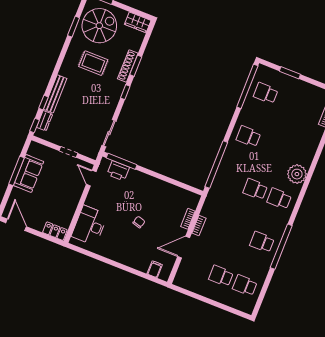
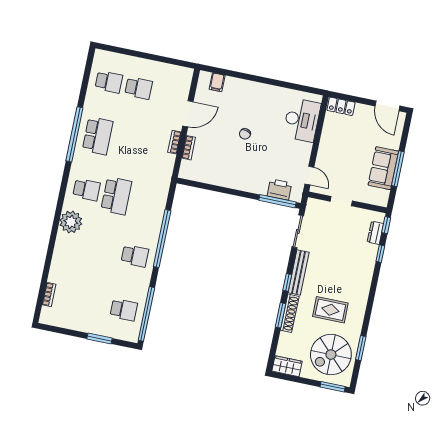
bench: (55, 94) -> (299, 272), moved
window: (216, 164) -> (162, 239), moved
school desk: (255, 189) -> (116, 196), width x1.85
school desk: (262, 242) -> (98, 136), width x1.85

